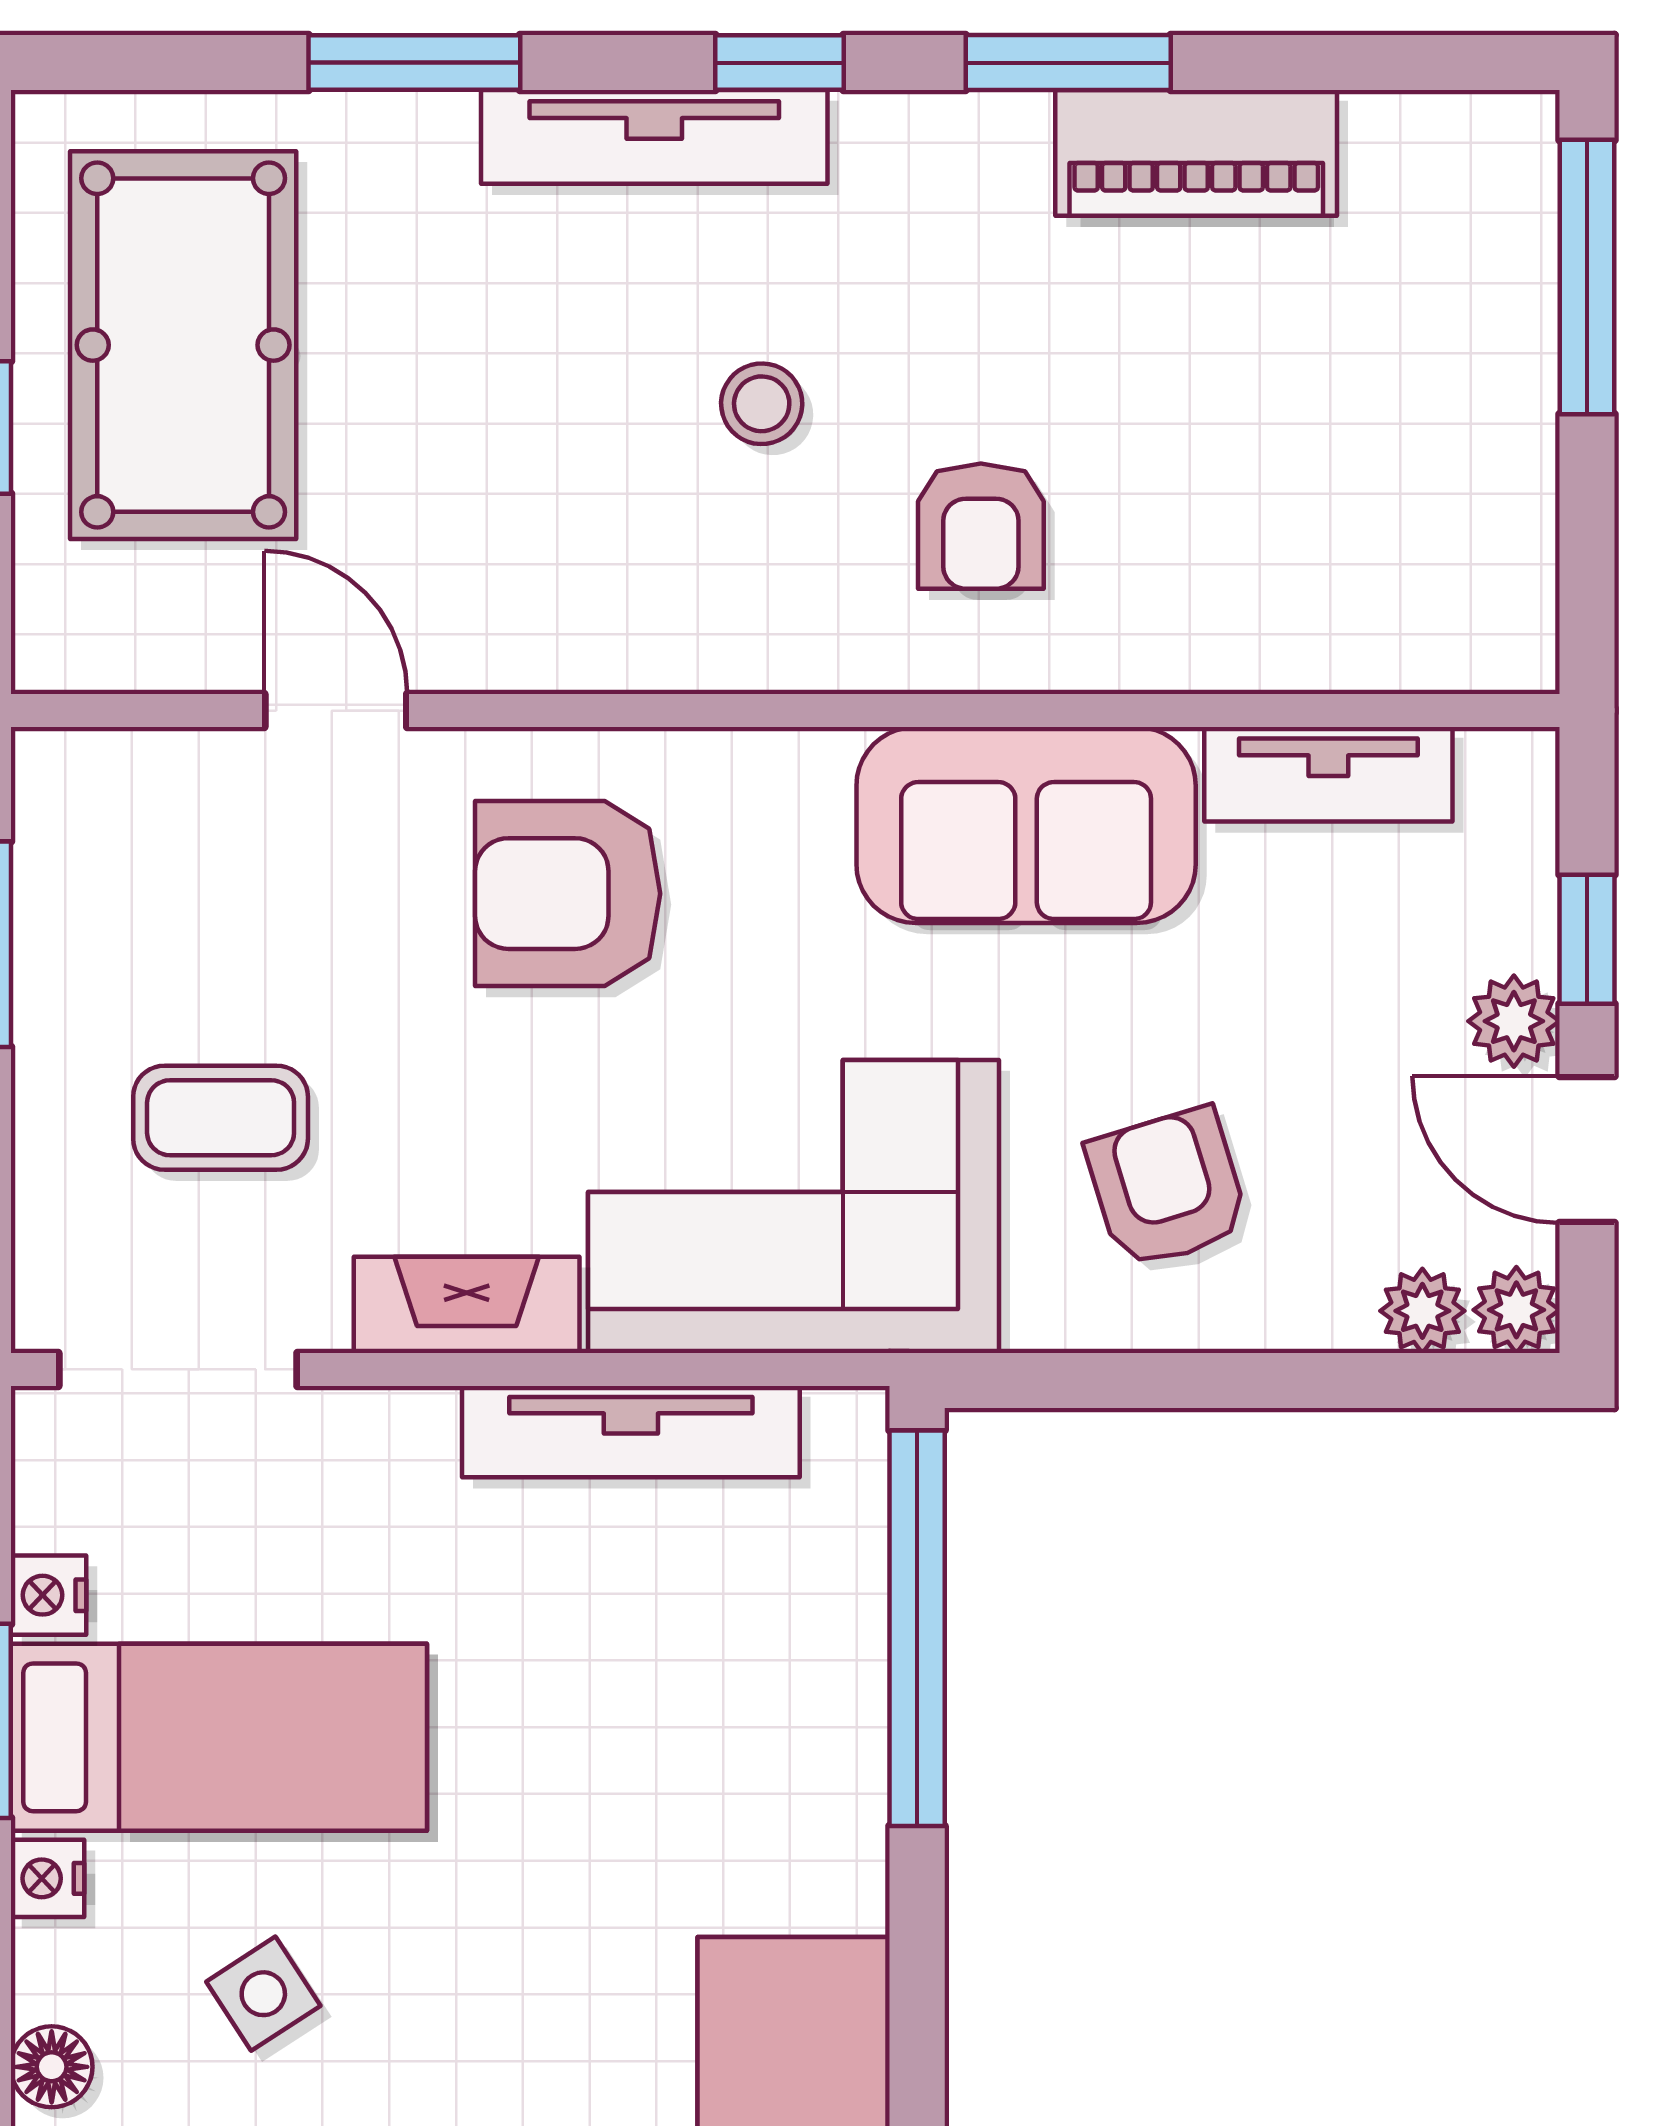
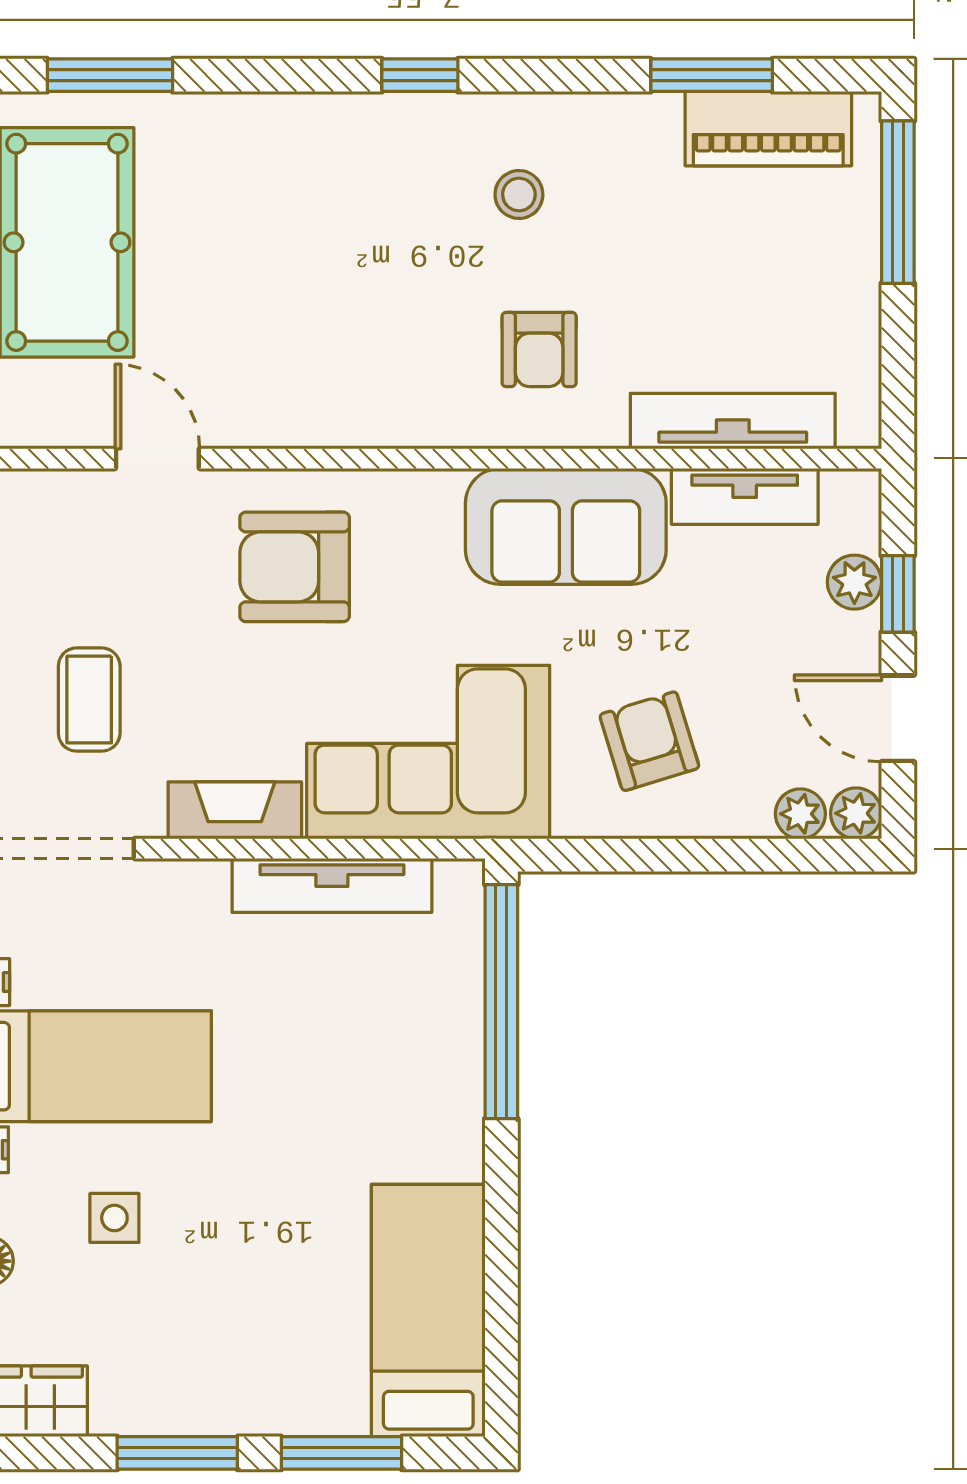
window: (414, 63) -> (110, 75), moved
window: (1068, 63) -> (712, 75), moved
tv unit: (654, 137) -> (733, 421), moved, turned 180
piano: (1196, 153) -> (768, 129), moved
stool: (762, 404) -> (519, 194), moved
plant: (1514, 1021) -> (854, 582), moved
coffee table: (221, 1118) -> (89, 700), turned 90
side table: (263, 1994) -> (114, 1218), turned 33

